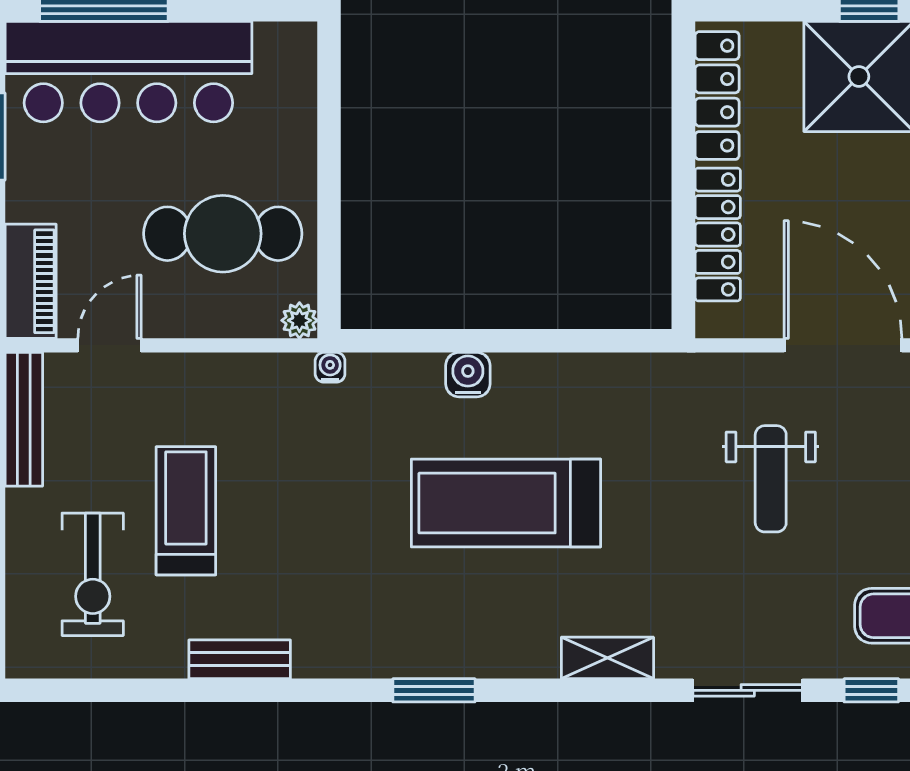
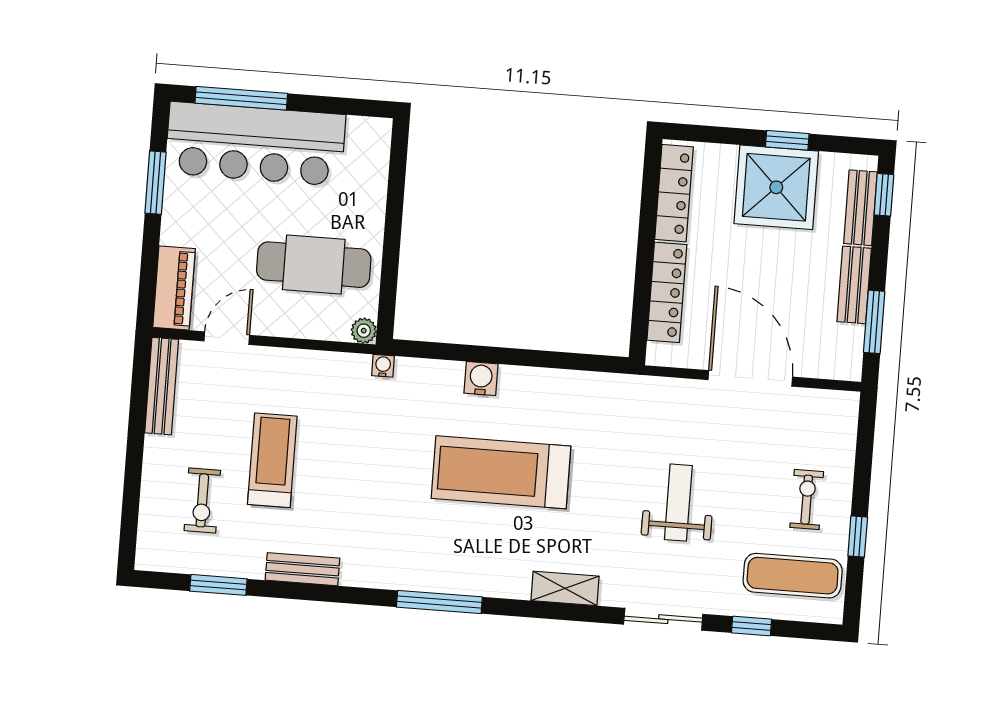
weight bench: (771, 479) -> (678, 503), moved, turned 180
exercise bike: (93, 574) -> (202, 500), width x0.73, depth x0.72
window: (124, 690) -> (218, 585), added
window: (434, 690) -> (439, 602), width x1.44

